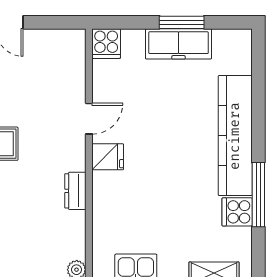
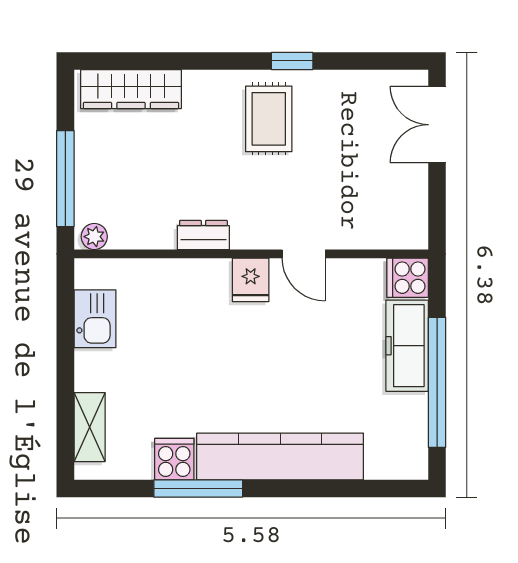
window: (182, 22) -> (437, 382), width x2.11
freezer: (179, 44) -> (407, 346), moved

